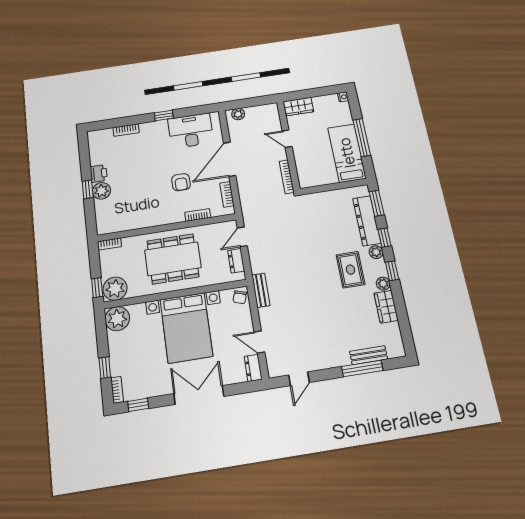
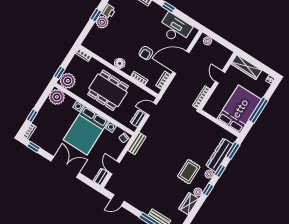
wardrobe: (298, 107) -> (246, 67), width x1.50
bed: (347, 153) -> (239, 109), width x1.50
floor lamp: (161, 218) -> (120, 63), added

